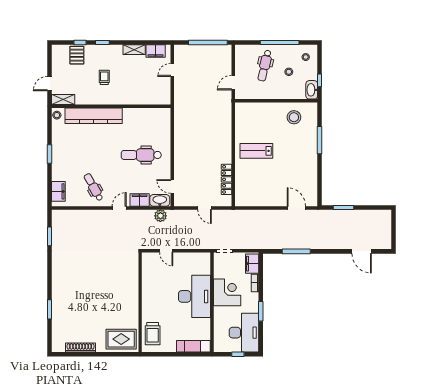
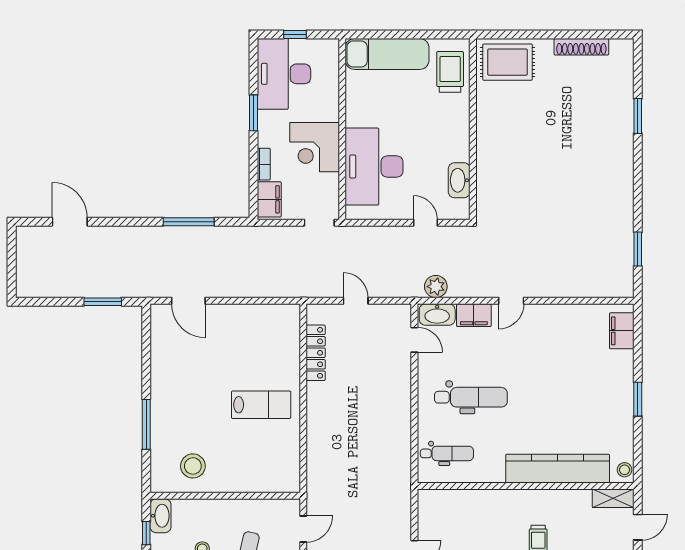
dental chair: (93, 187) -> (447, 453), moved, turned -61
washbasin: (148, 274) -> (459, 180), added
desk: (194, 296) -> (374, 167), moved
exam couch: (193, 346) -> (387, 54), width x1.36, depth x1.45

